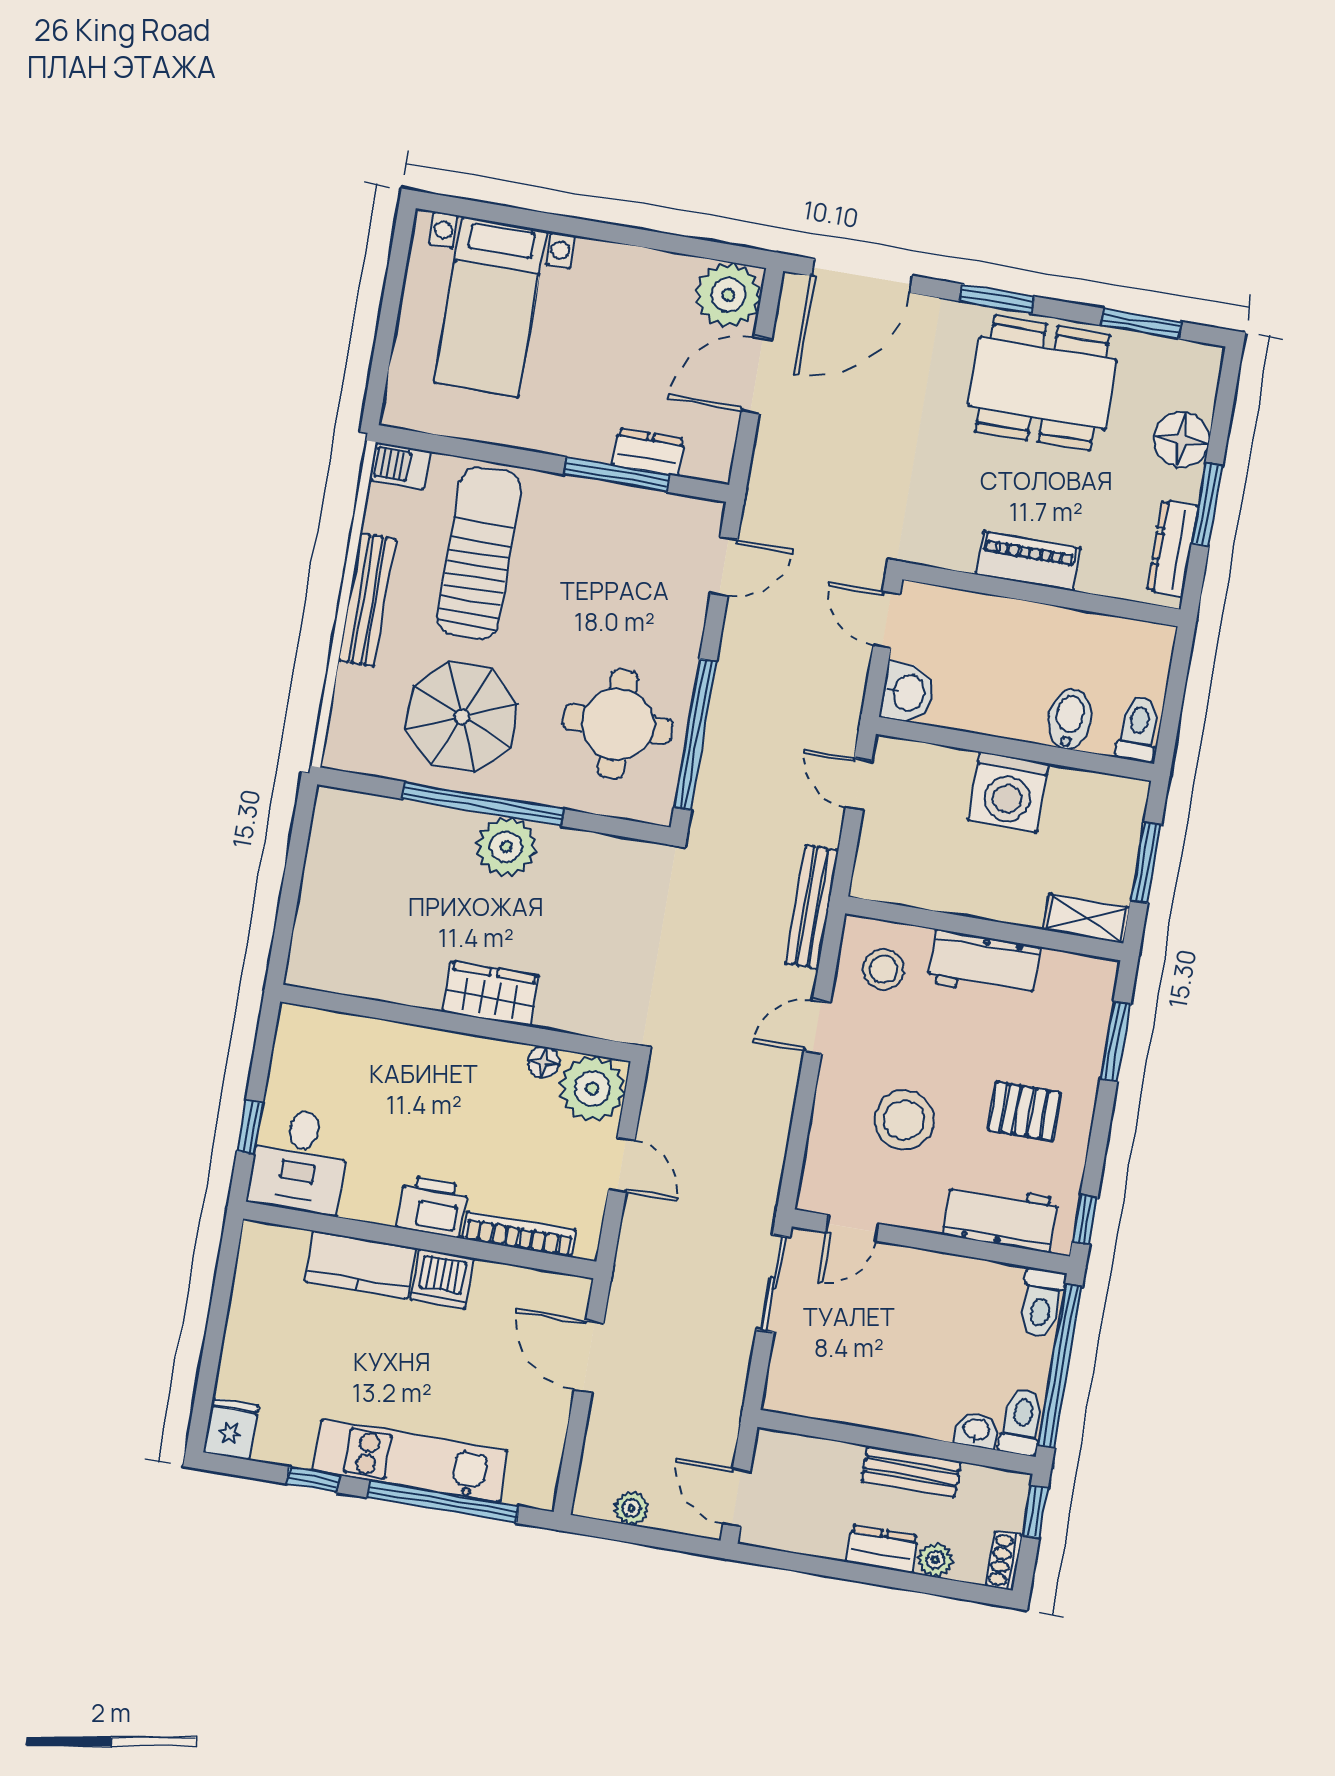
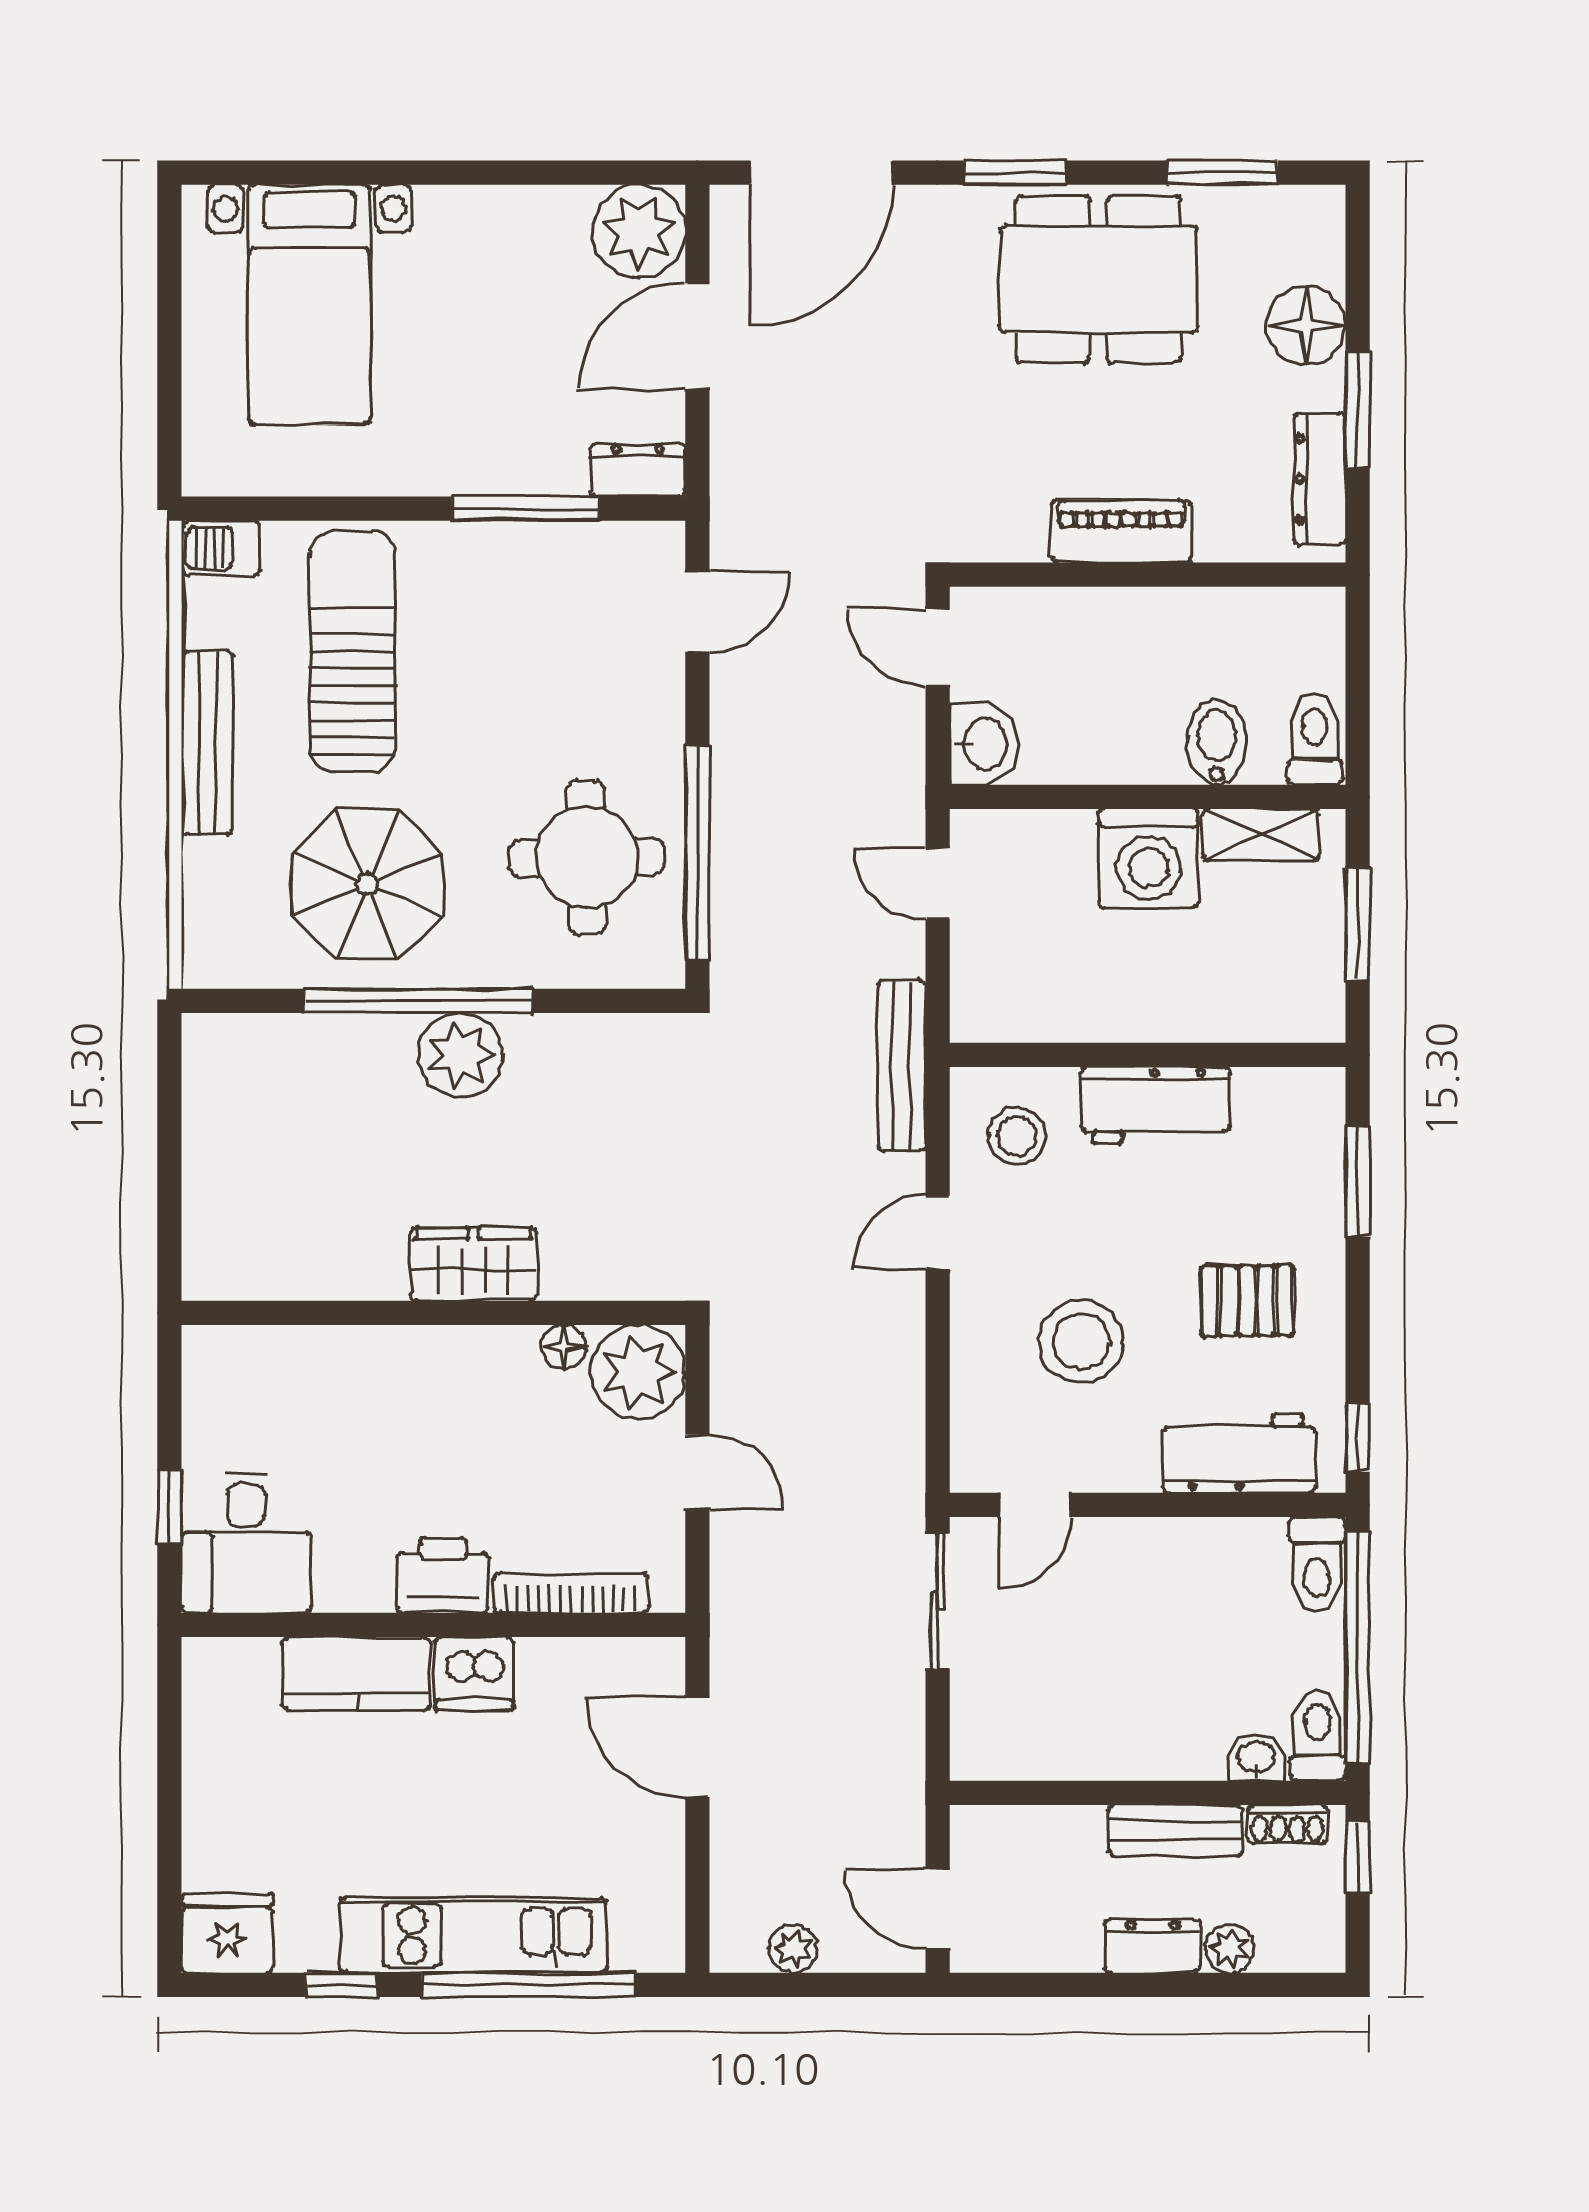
dresser: (648, 452) -> (638, 470), moved
shelving: (1086, 919) -> (1261, 835), moved
fridge: (231, 1429) -> (227, 1934), width x1.38
shoe rack: (1004, 1560) -> (1287, 1824), moved, turned -90

